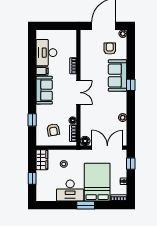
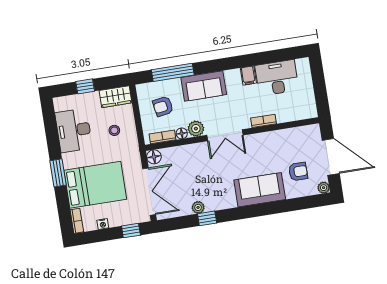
window: (131, 85) -> (207, 218), moved
sofa: (44, 90) -> (204, 86), moved
plant: (71, 111) -> (196, 129), added
window: (32, 120) -> (173, 72), width x2.17
desk: (70, 190) -> (74, 130), moved

